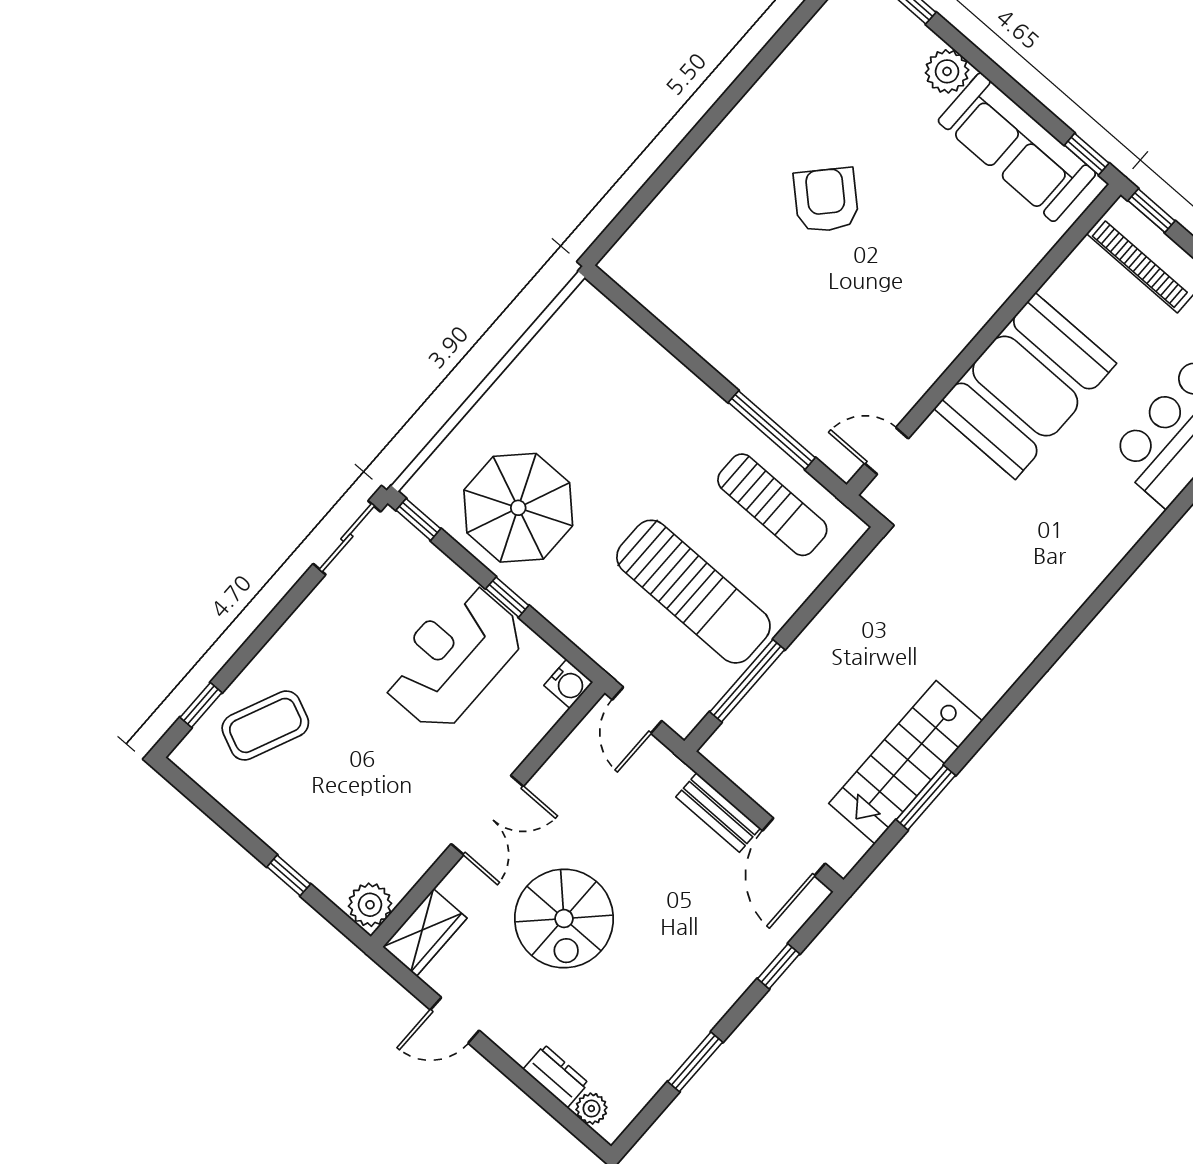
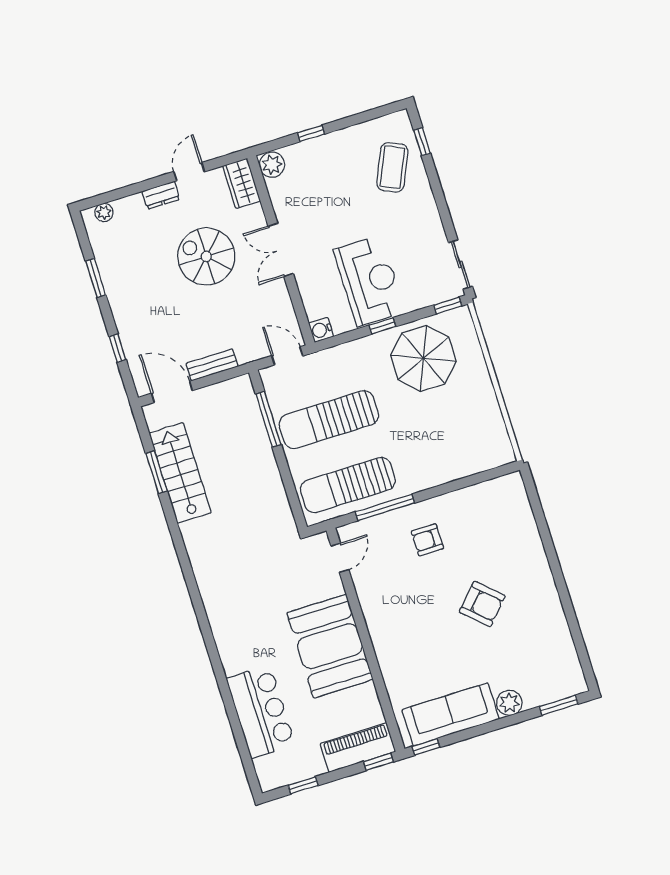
armchair: (781, 338) -> (427, 540), added
sun lounger: (772, 505) -> (348, 485), width x1.36, depth x1.34
dresser: (556, 1076) -> (161, 195), moved

